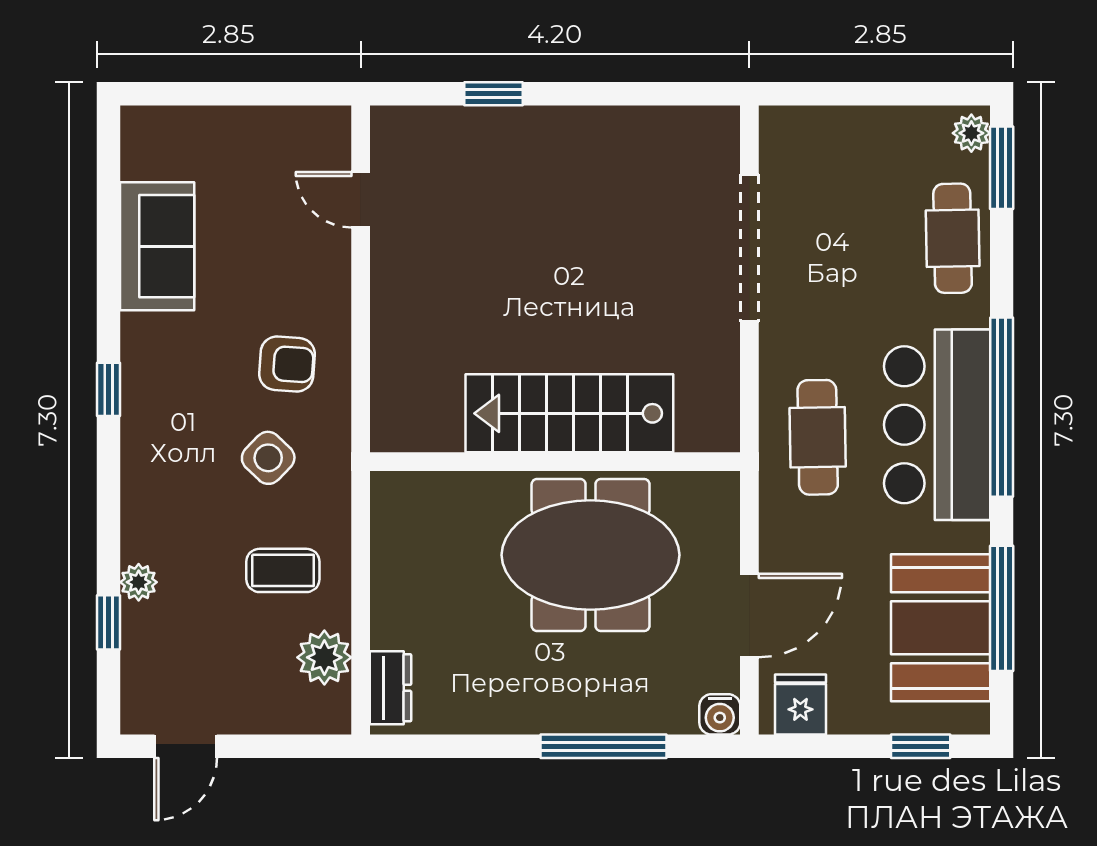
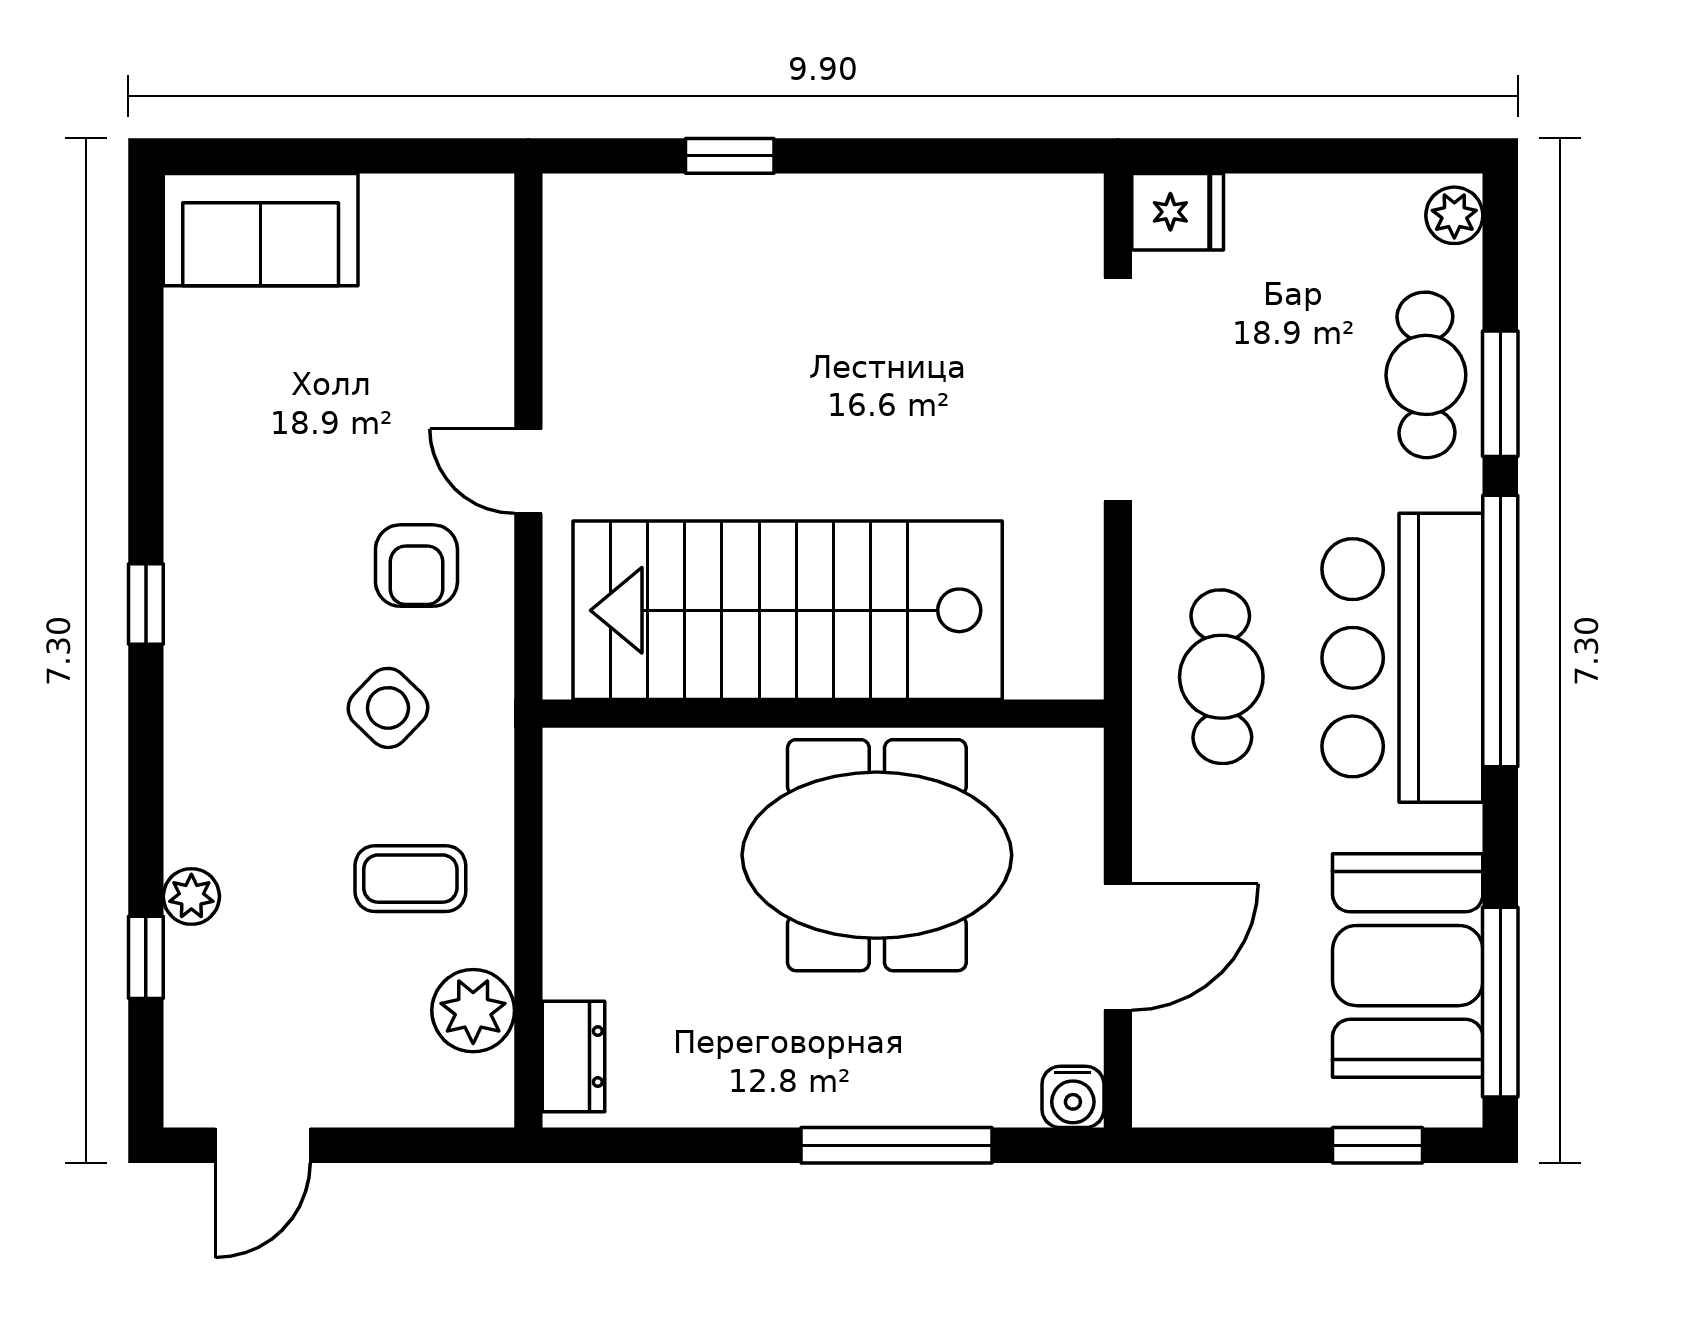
window: (1002, 168) -> (1500, 394), moved
door: (361, 200) -> (528, 471), moved
sofa: (157, 246) -> (261, 230), moved, turned 90
armchair: (287, 364) -> (416, 566), turned 86
stairs: (569, 413) -> (788, 610), width x1.36, depth x1.51
window: (1002, 608) -> (1500, 1002), moved
fridge: (800, 704) -> (1178, 212), moved, turned 90

